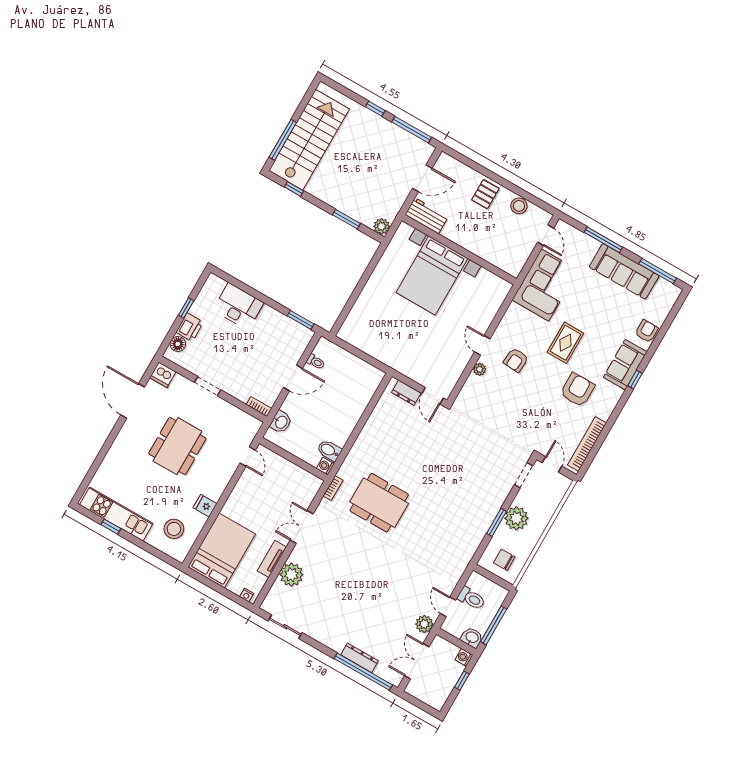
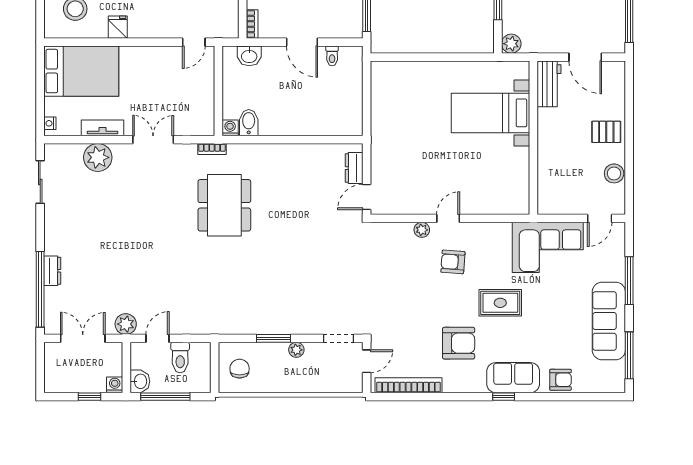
bed with nightstands: (432, 275) -> (490, 113), width x0.73
plant: (516, 518) -> (296, 350), width x0.53, depth x0.53
dresser: (359, 658) -> (52, 271), width x0.70

